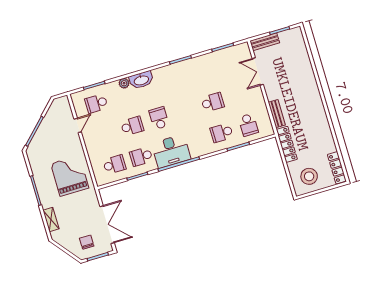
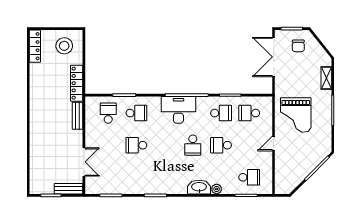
door: (78, 125) -> (274, 144), moved
desk: (171, 151) -> (178, 110), moved

